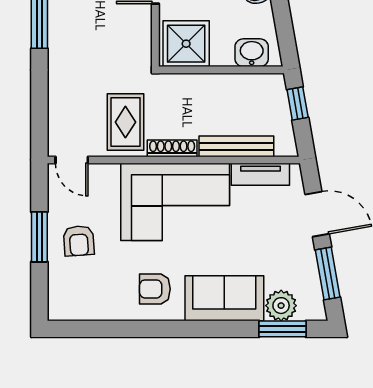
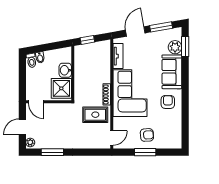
washbasin: (252, 53) -> (65, 70), moved
bench: (236, 146) -> (106, 67), removed
armchair: (155, 289) -> (168, 102), turned 180

